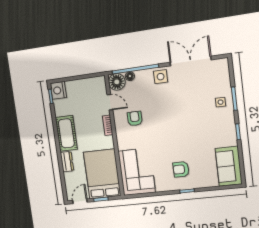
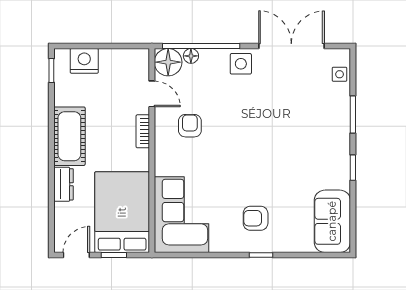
nightstand: (58, 90) -> (84, 61), moved, turned 90
side table: (221, 102) -> (340, 74), moved

